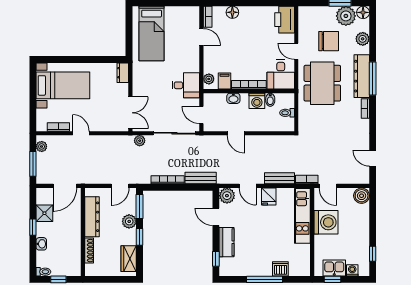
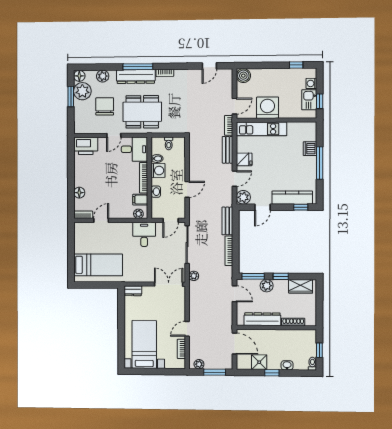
kitchen counter: (227, 242) -> (292, 198), width x1.50

